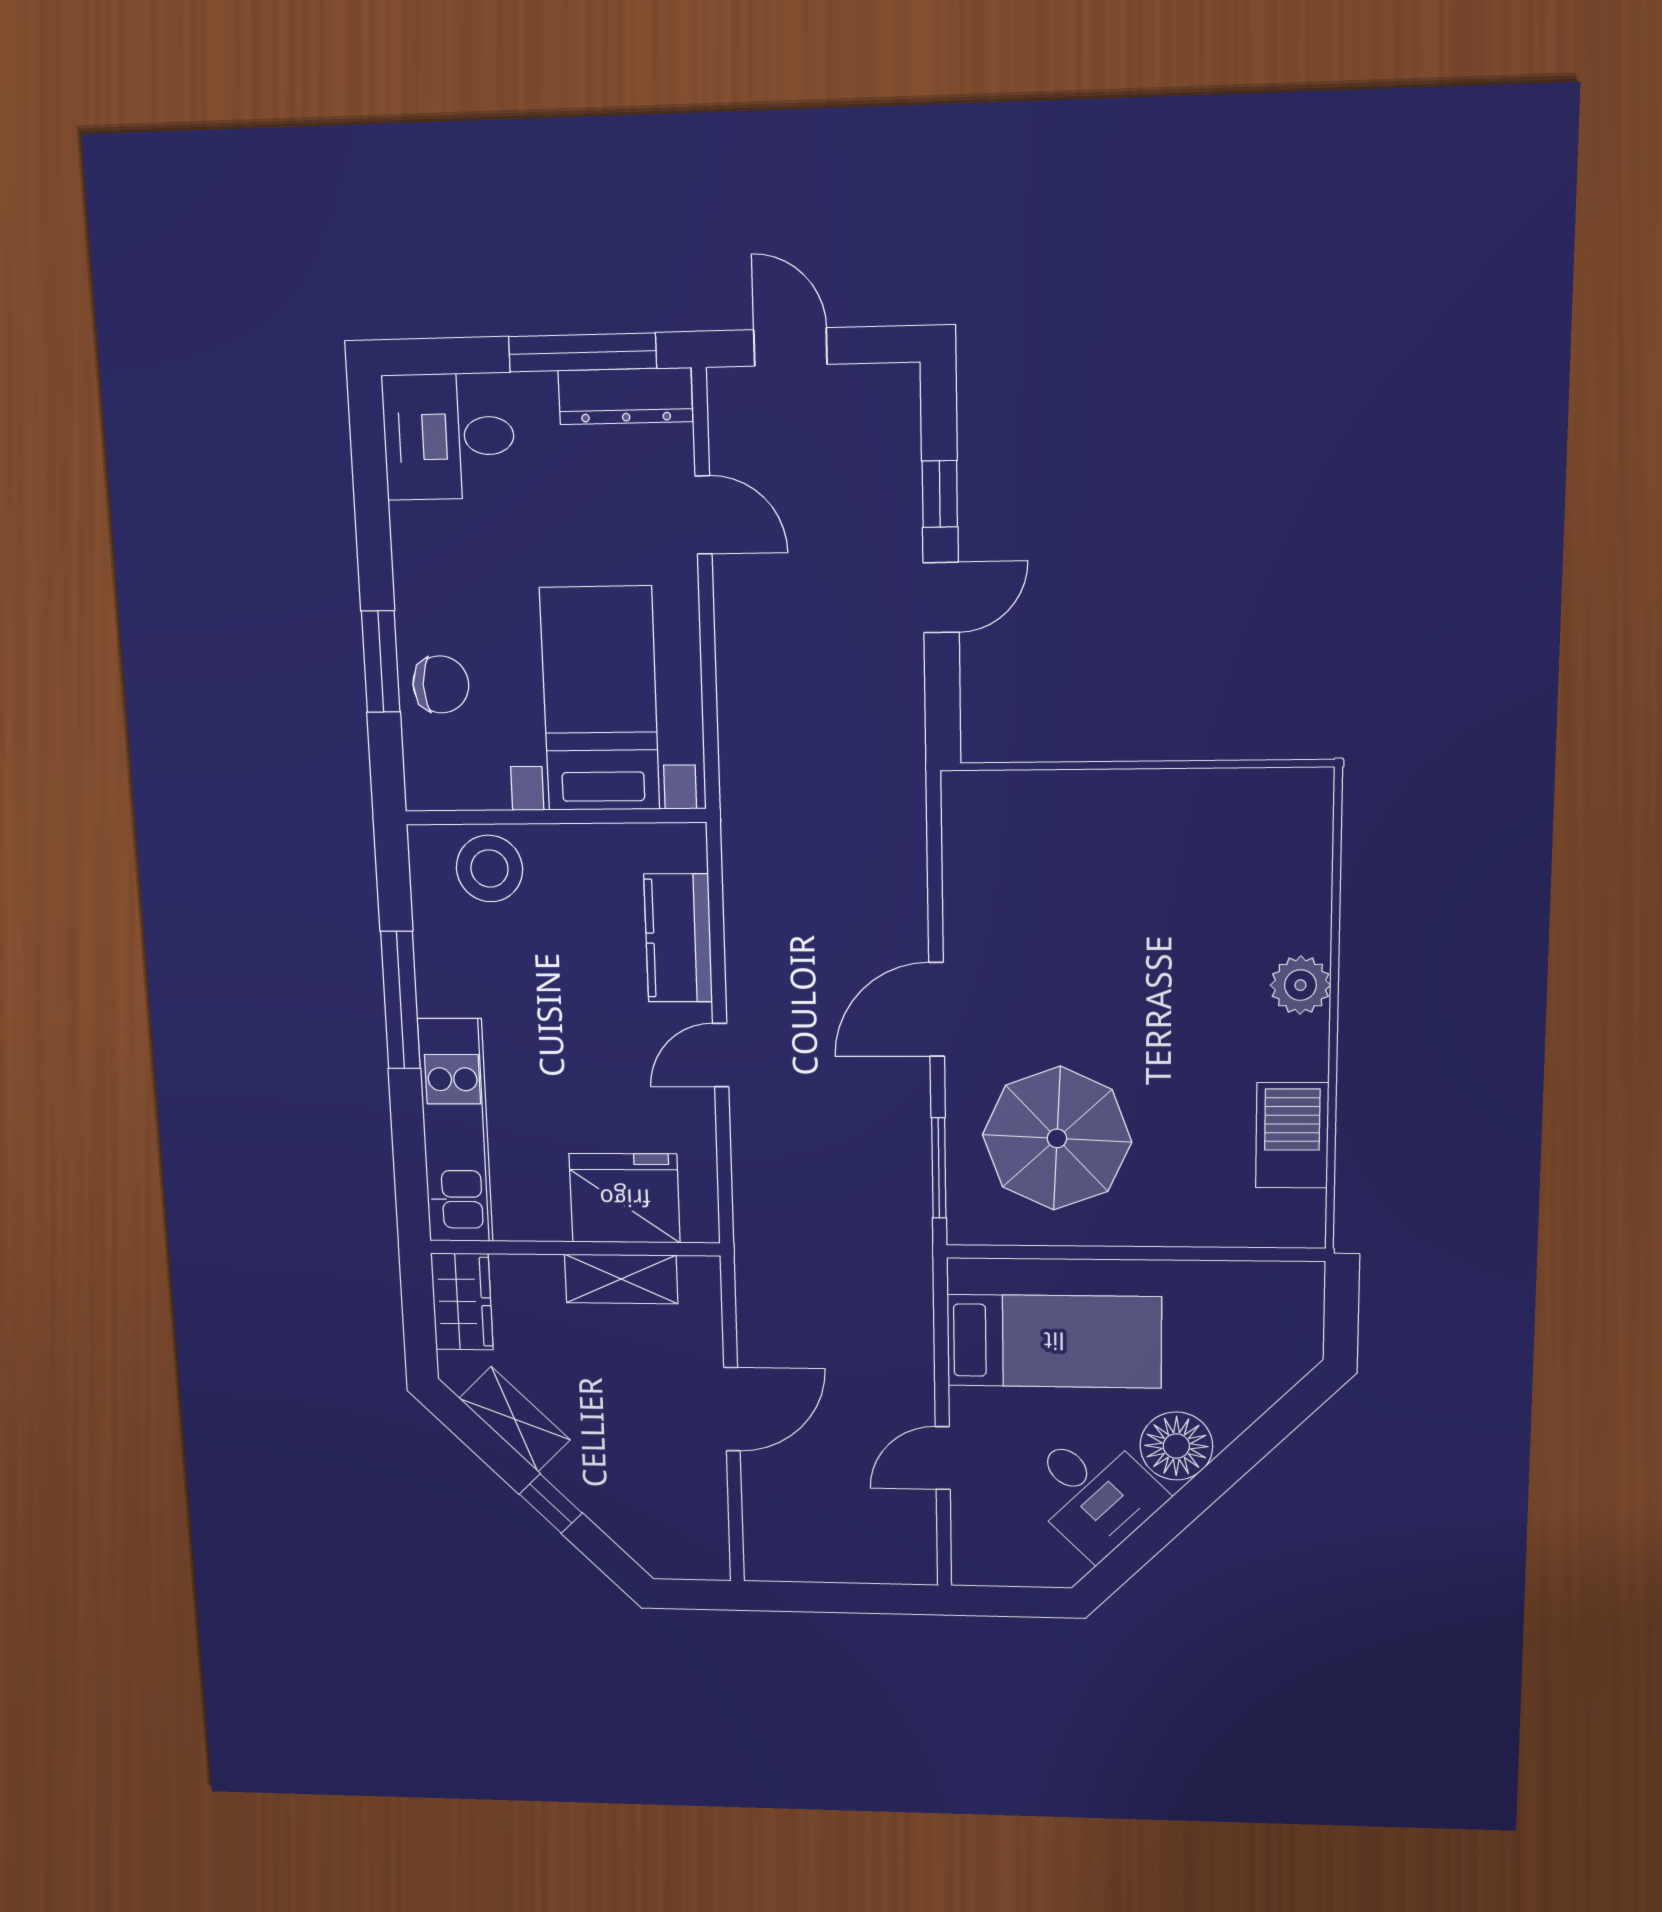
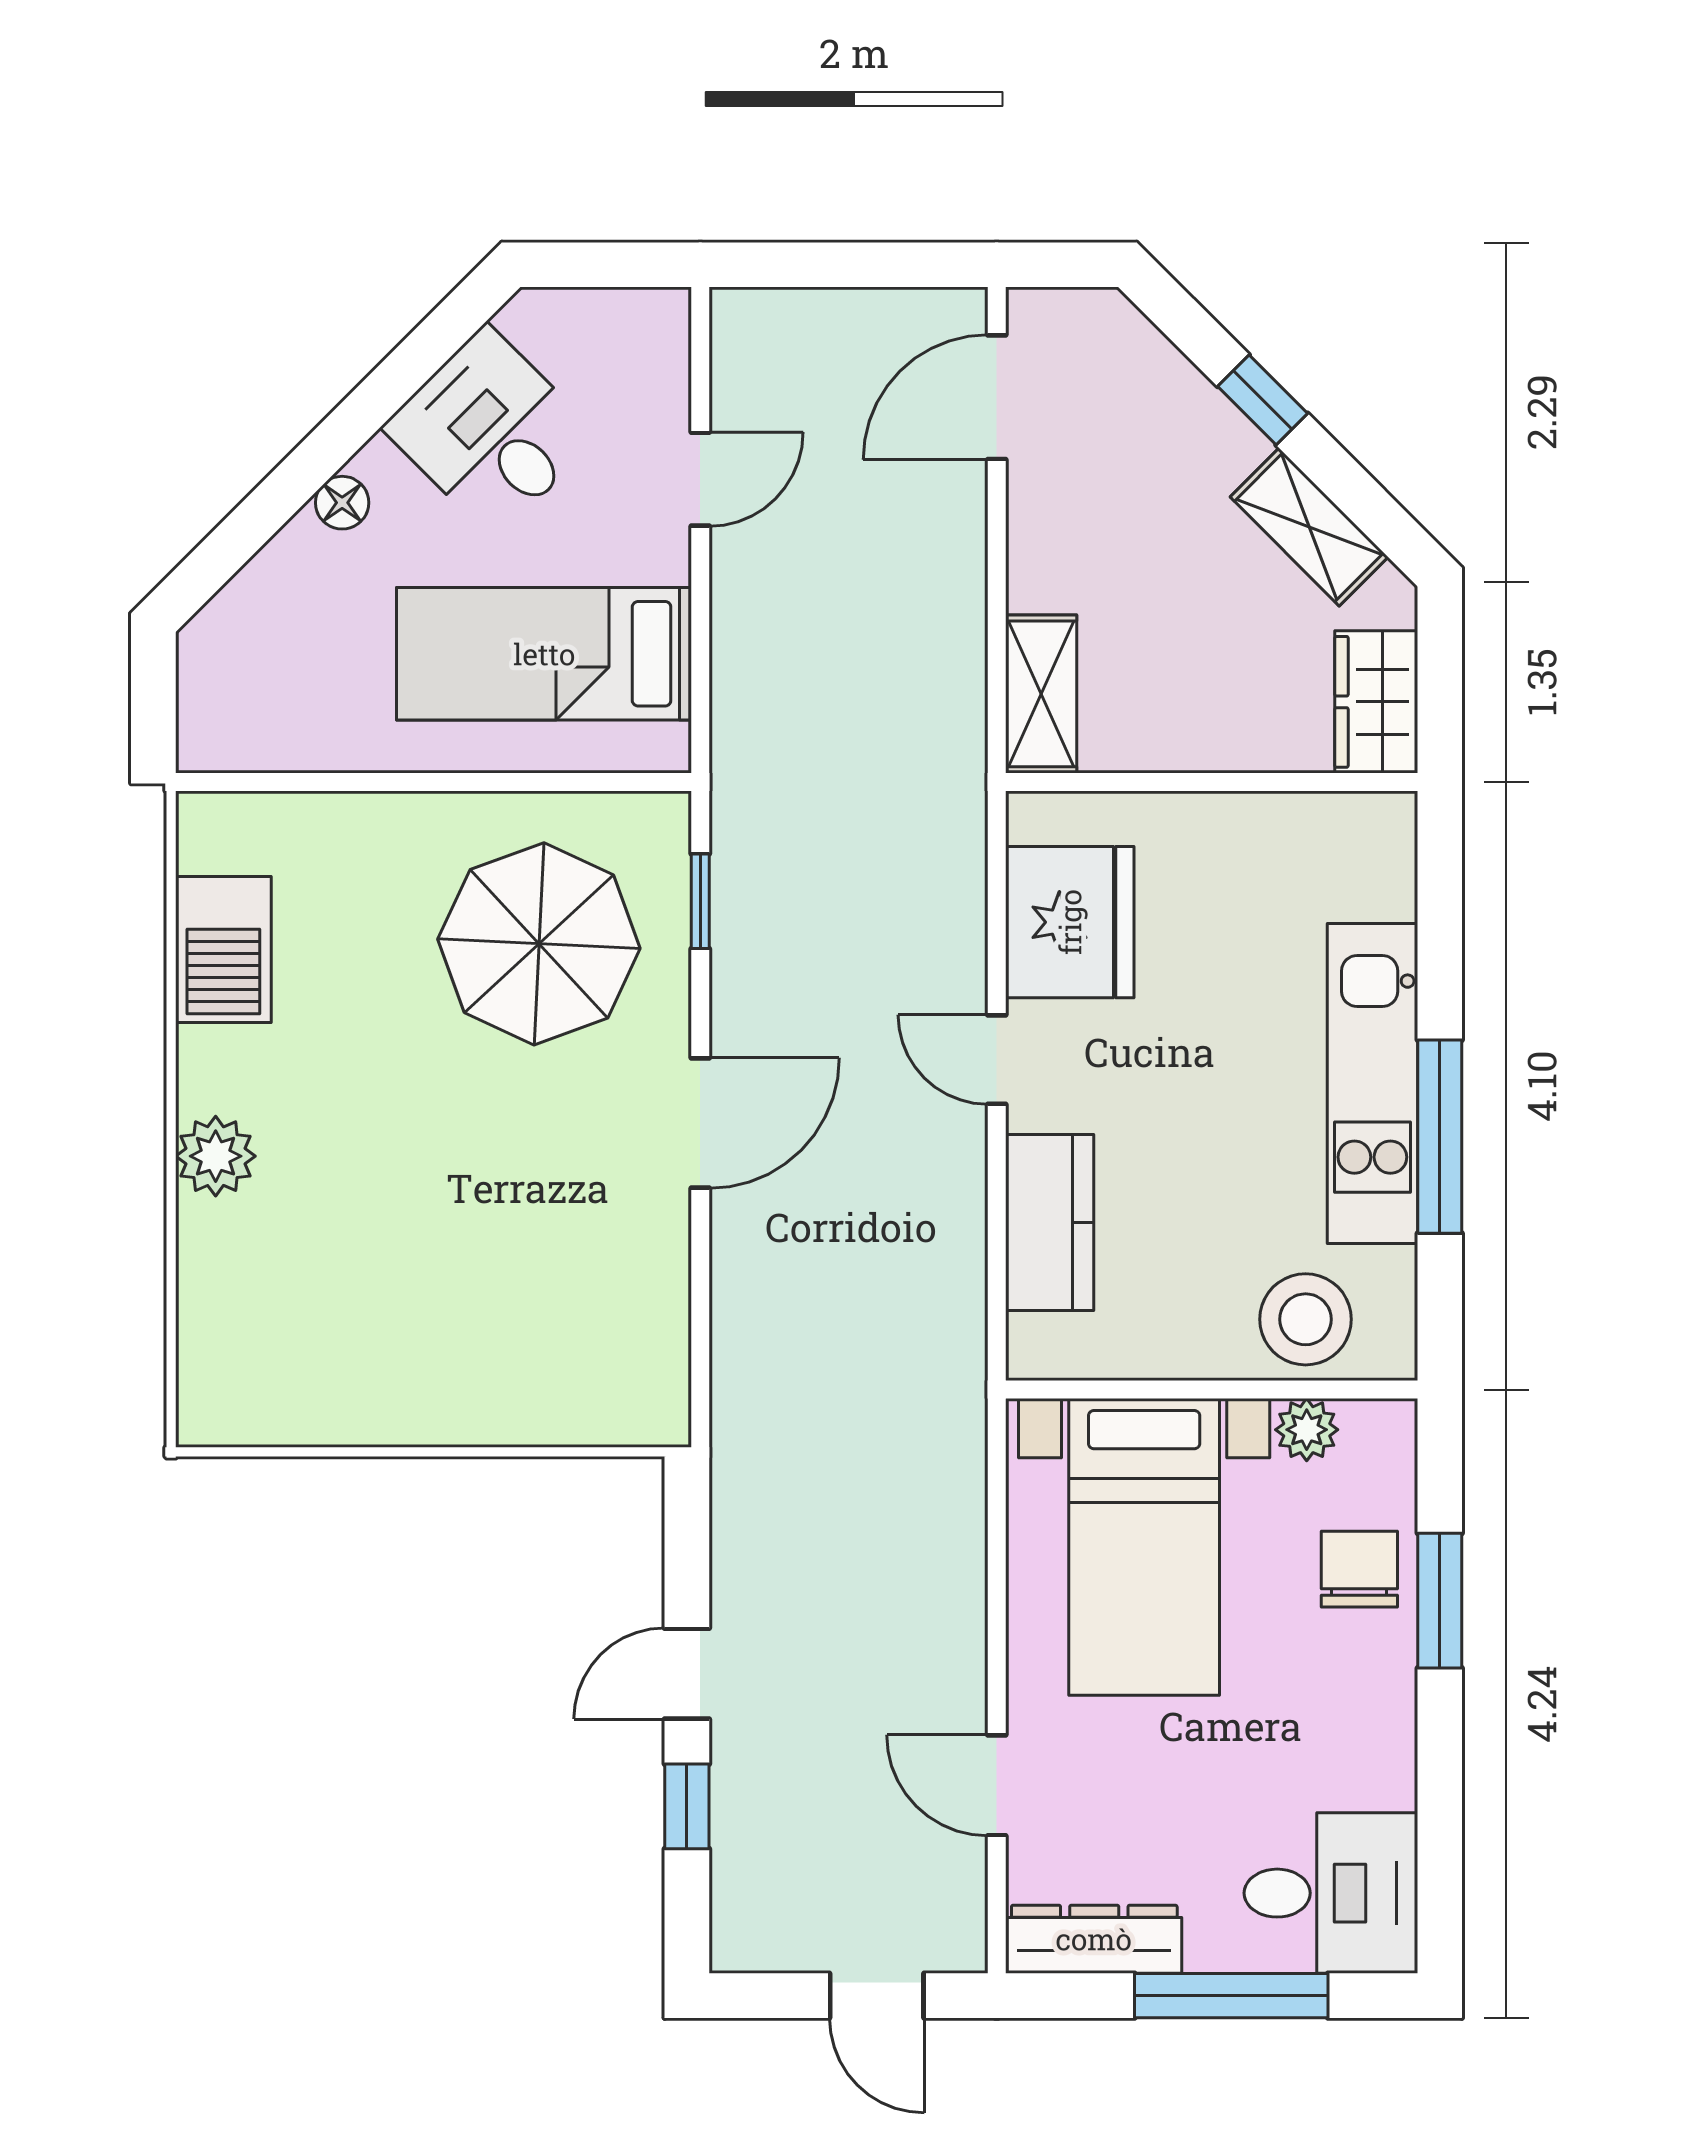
window: (582, 352) -> (1231, 1996), moved
chair: (441, 684) -> (1359, 1569), turned 90
plant: (485, 788) -> (1307, 1430), added
door: (721, 1055) -> (997, 1060), swing flipped
kitchen unit: (455, 1131) -> (1372, 1083), moved
window: (939, 1168) -> (700, 901), width x0.67
fridge: (625, 1198) -> (1070, 922), moved, turned -90
shelving: (621, 1279) -> (1041, 694), moved, turned 90
door: (732, 1409) -> (997, 397), moved
floor lamp: (1176, 1446) -> (342, 503), width x0.53, depth x0.53

